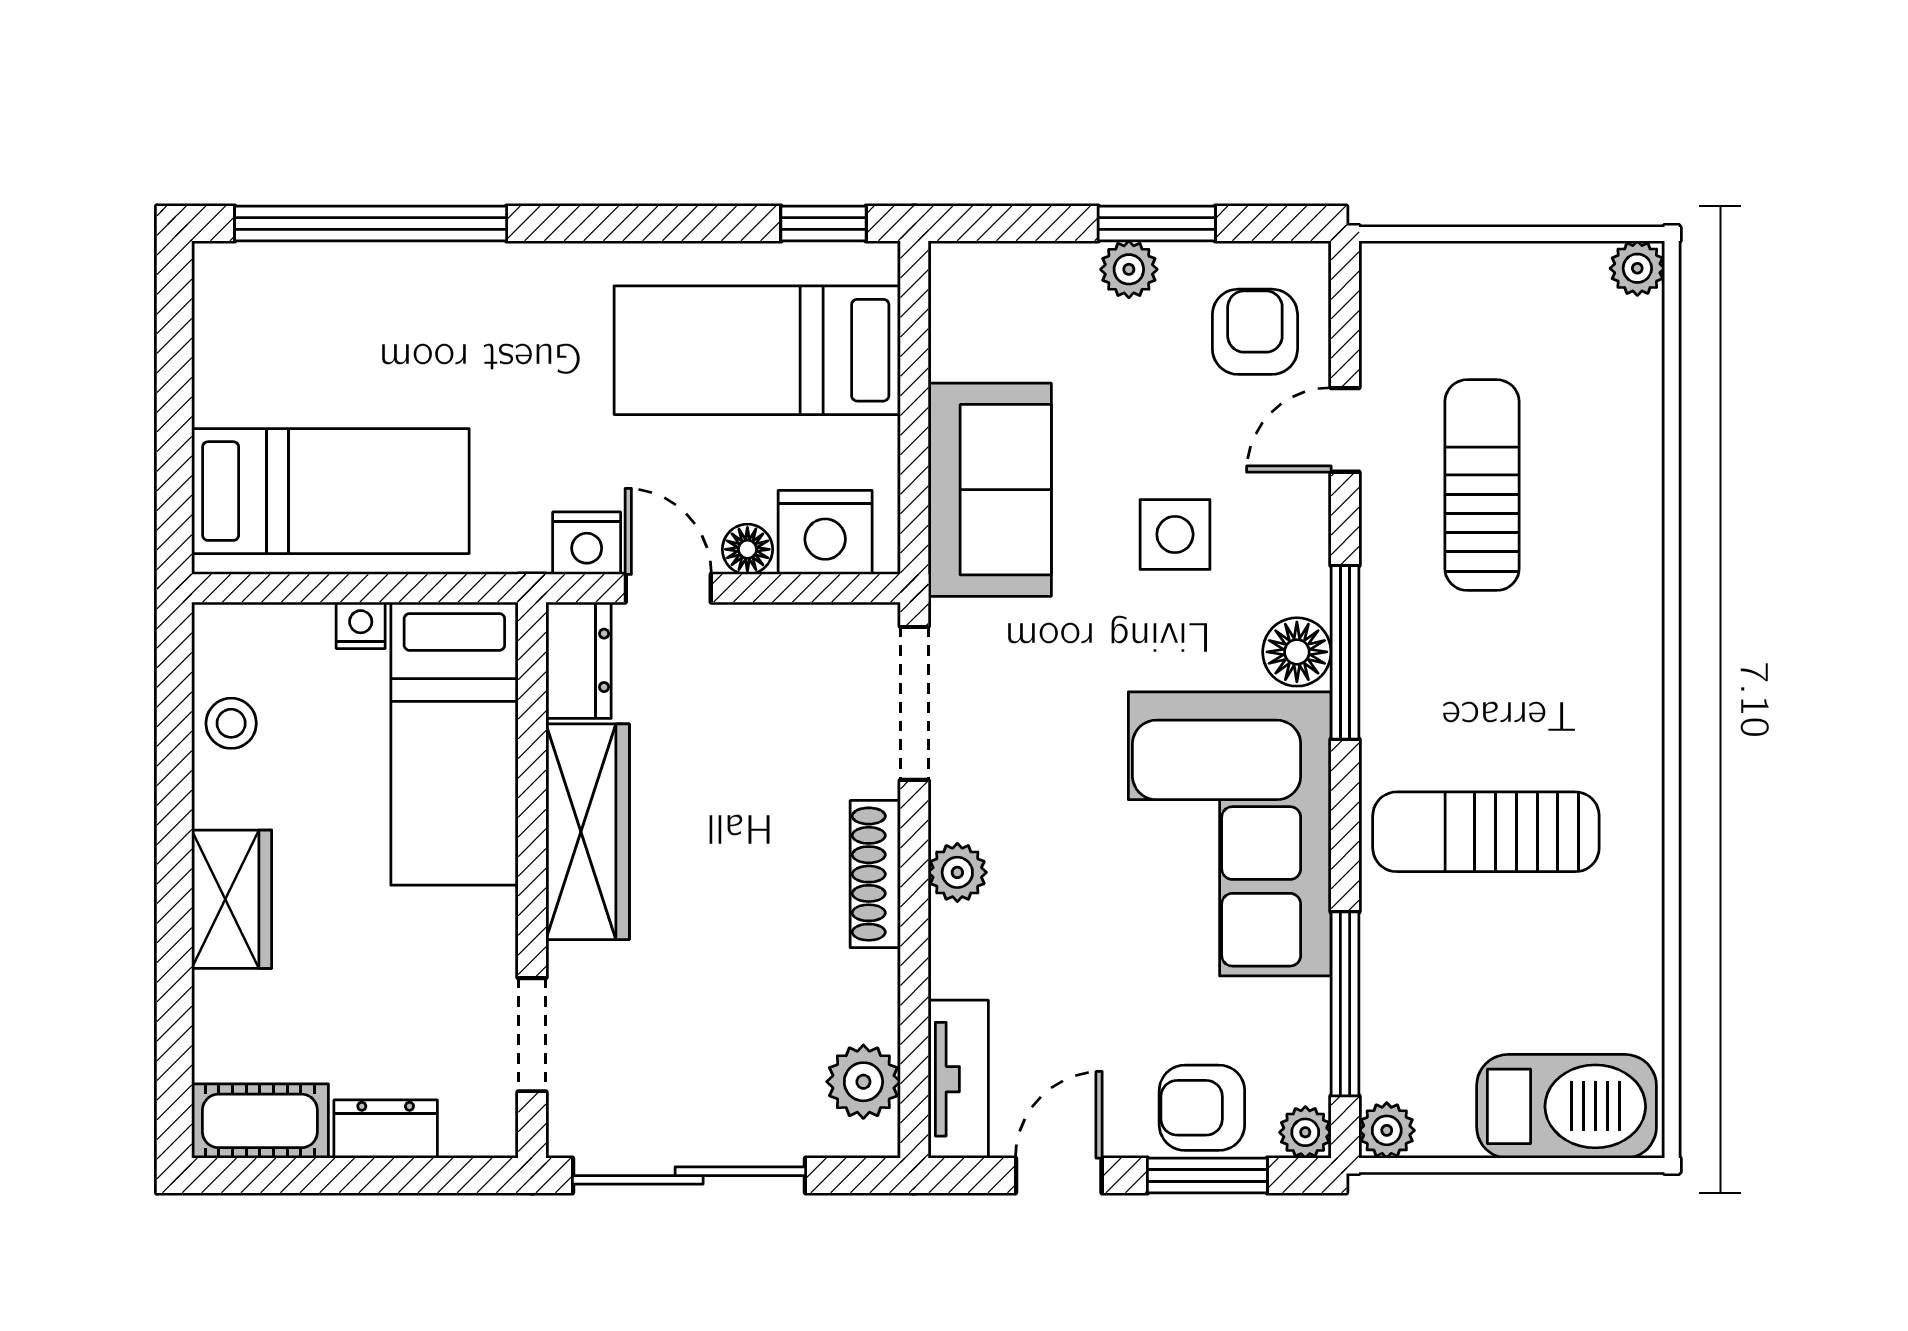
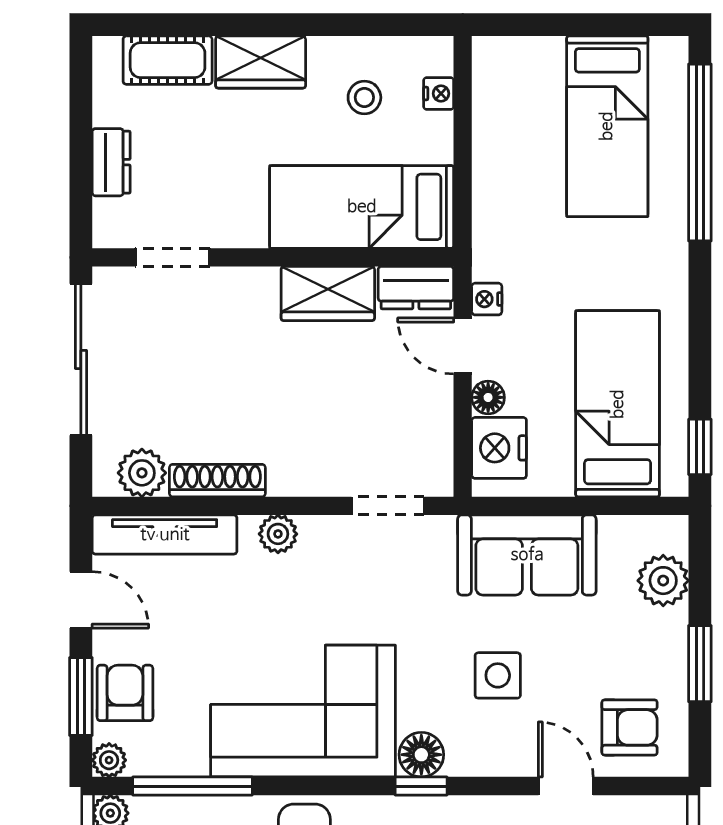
plant: (1129, 269) -> (663, 581), moved, width x1.38, depth x1.38
bed: (330, 491) -> (607, 126), moved
nightstand: (587, 543) -> (487, 299), width x0.72, depth x0.74
door: (668, 588) -> (463, 346), swing flipped
nightstand: (361, 625) -> (439, 94), moved
window: (1345, 652) -> (421, 786), width x0.46
doorway: (914, 703) -> (388, 506), width x0.73
stool: (231, 723) -> (364, 97), moved
wardrobe: (588, 832) -> (328, 293), width x0.67
shoe rack: (875, 874) -> (217, 481), moved
tv unit: (958, 1079) -> (165, 535), width x1.41
cot: (260, 1121) -> (168, 60), moved, turned 90

